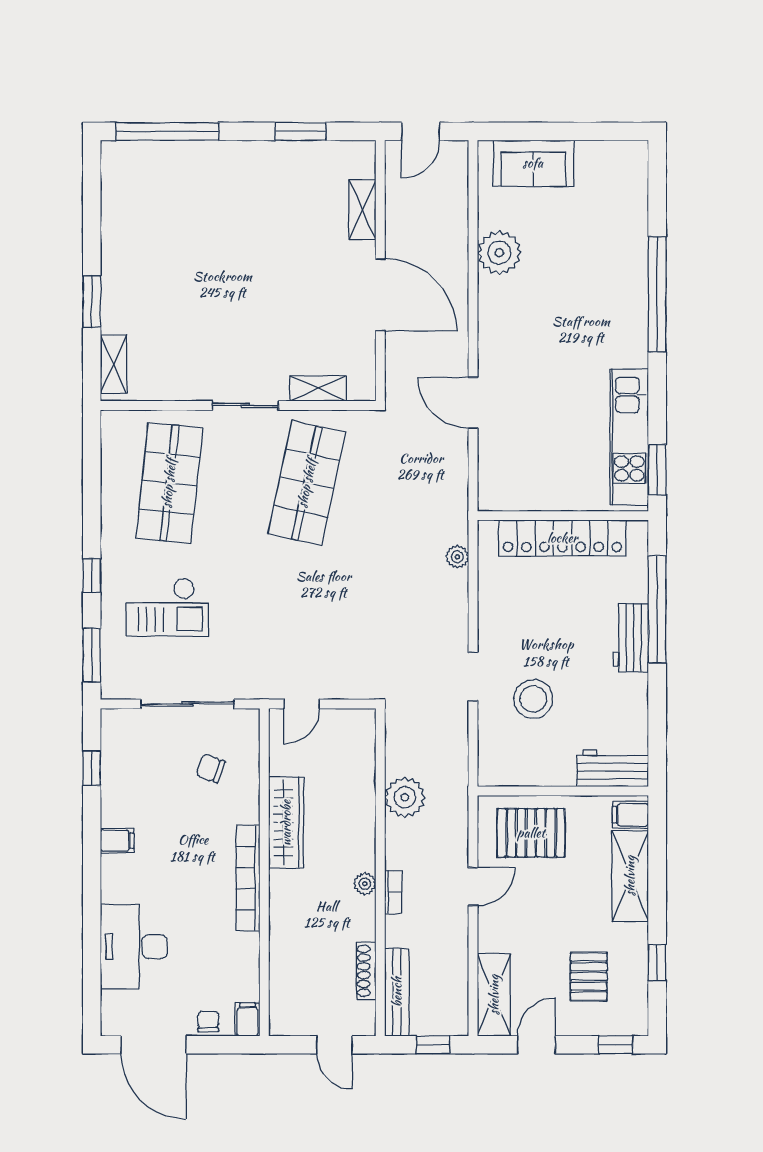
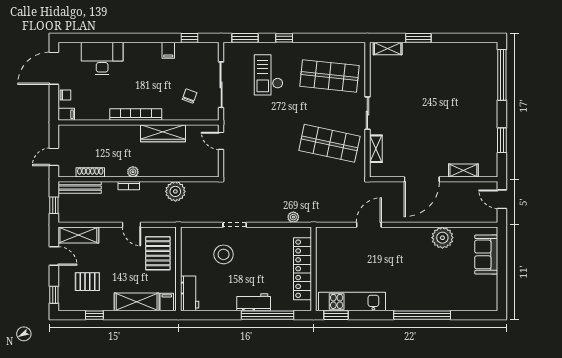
filing cabinet: (117, 841) -> (168, 50), moved

